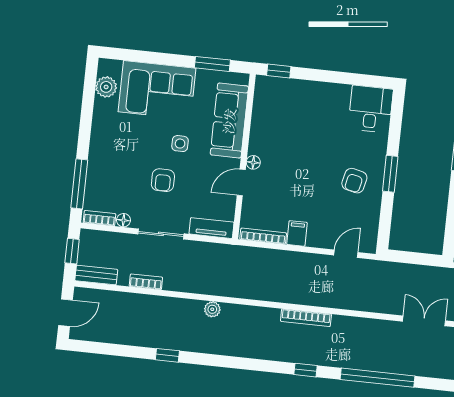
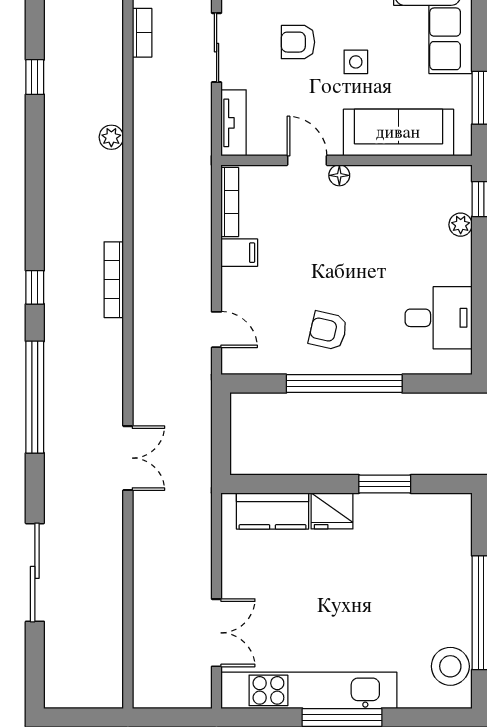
plant: (294, 86) -> (461, 225), added
desk: (371, 109) -> (439, 318), moved
window: (390, 174) -> (344, 384), width x2.11

